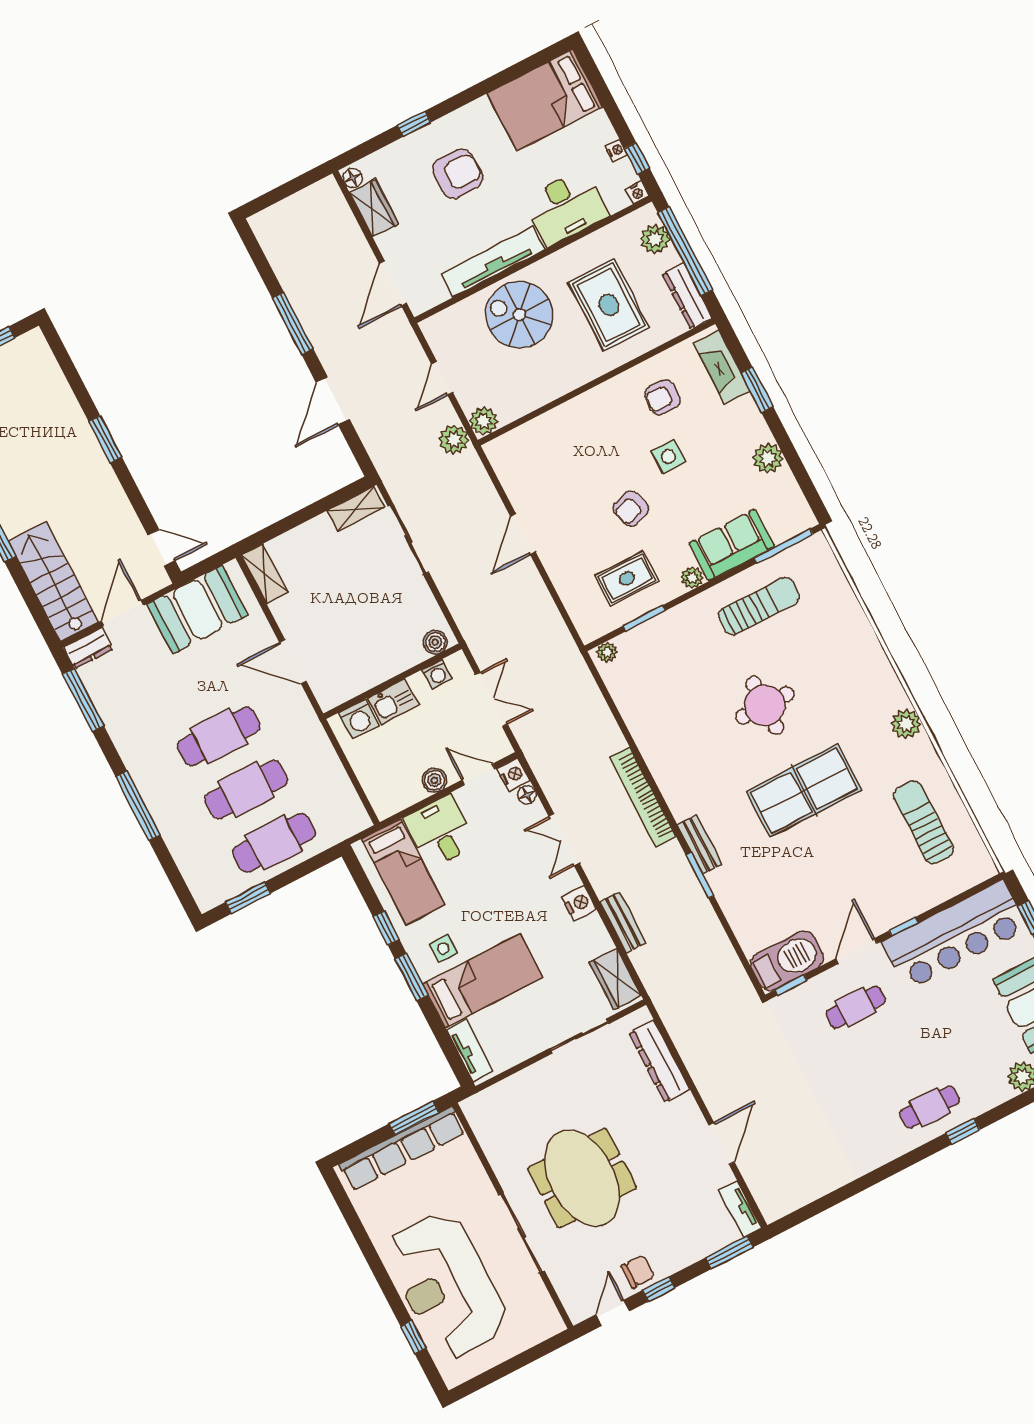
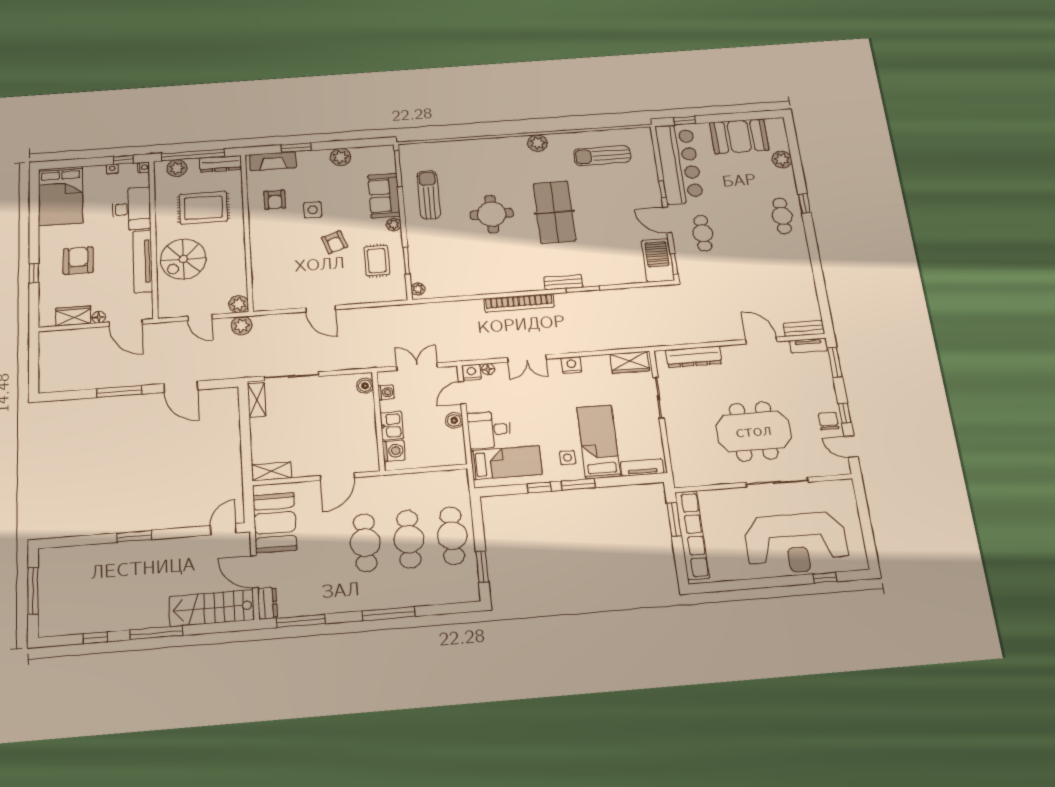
floor lamp: (353, 178) -> (99, 317), moved
bench: (623, 922) -> (804, 328), moved

